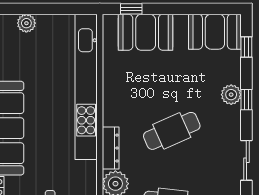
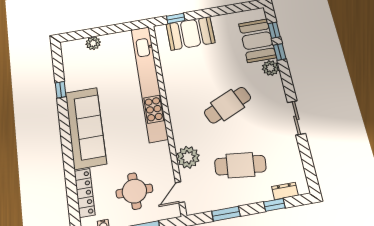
booth: (215, 32) -> (257, 41), moved, turned 90
window: (246, 100) -> (280, 52), moved
dresser: (111, 148) -> (178, 128), removed

